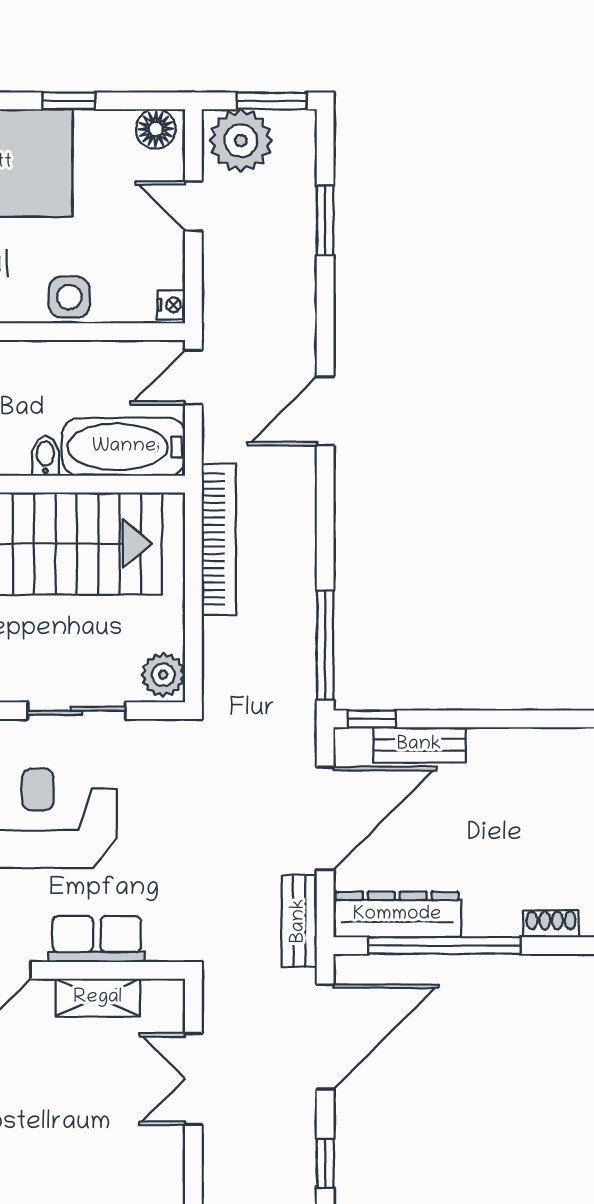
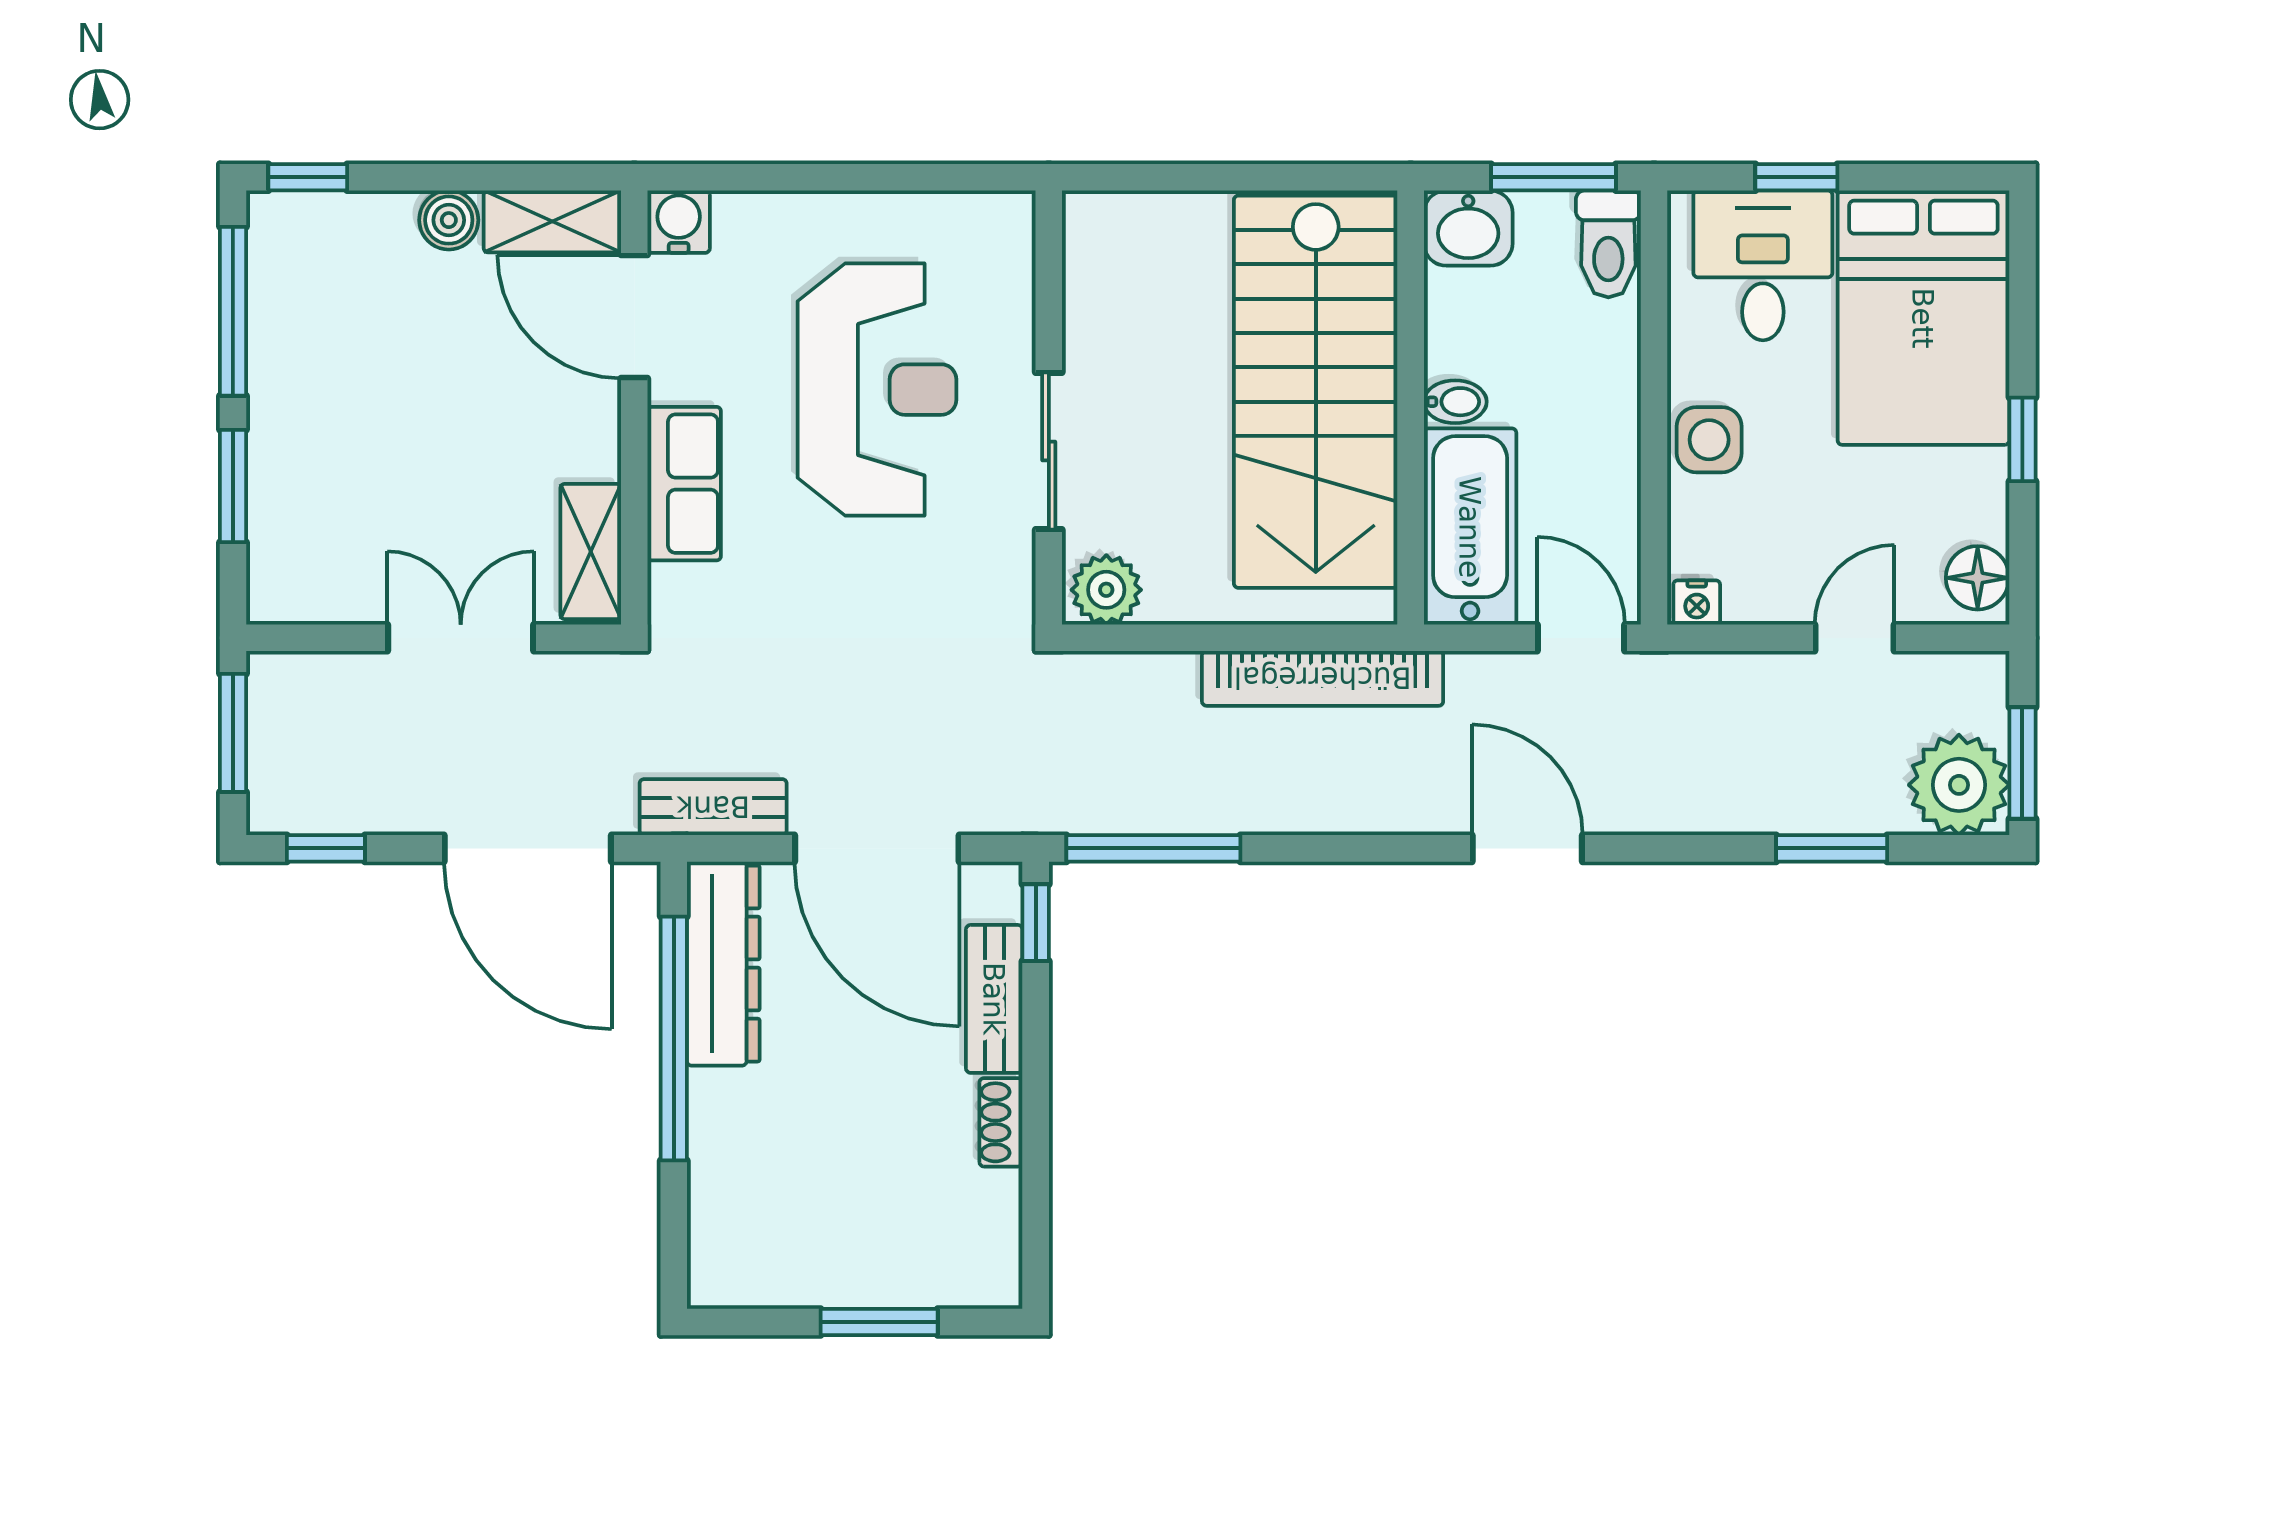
plant: (241, 141) -> (1959, 785), moved
shoe rack: (551, 924) -> (1001, 1122), moved, turned 180
shelving: (98, 998) -> (591, 551), moved

